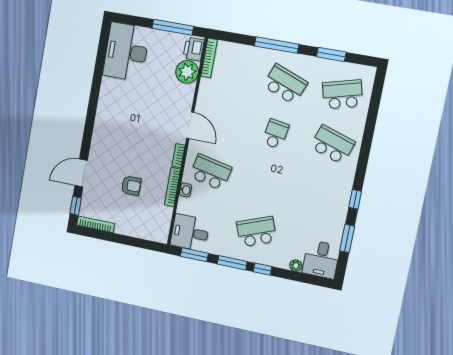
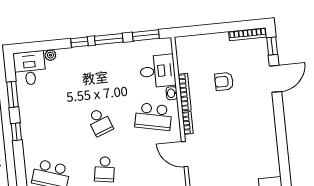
school desk: (257, 232) -> (100, 122), moved, width x0.54
desk: (190, 233) -> (158, 71), moved

